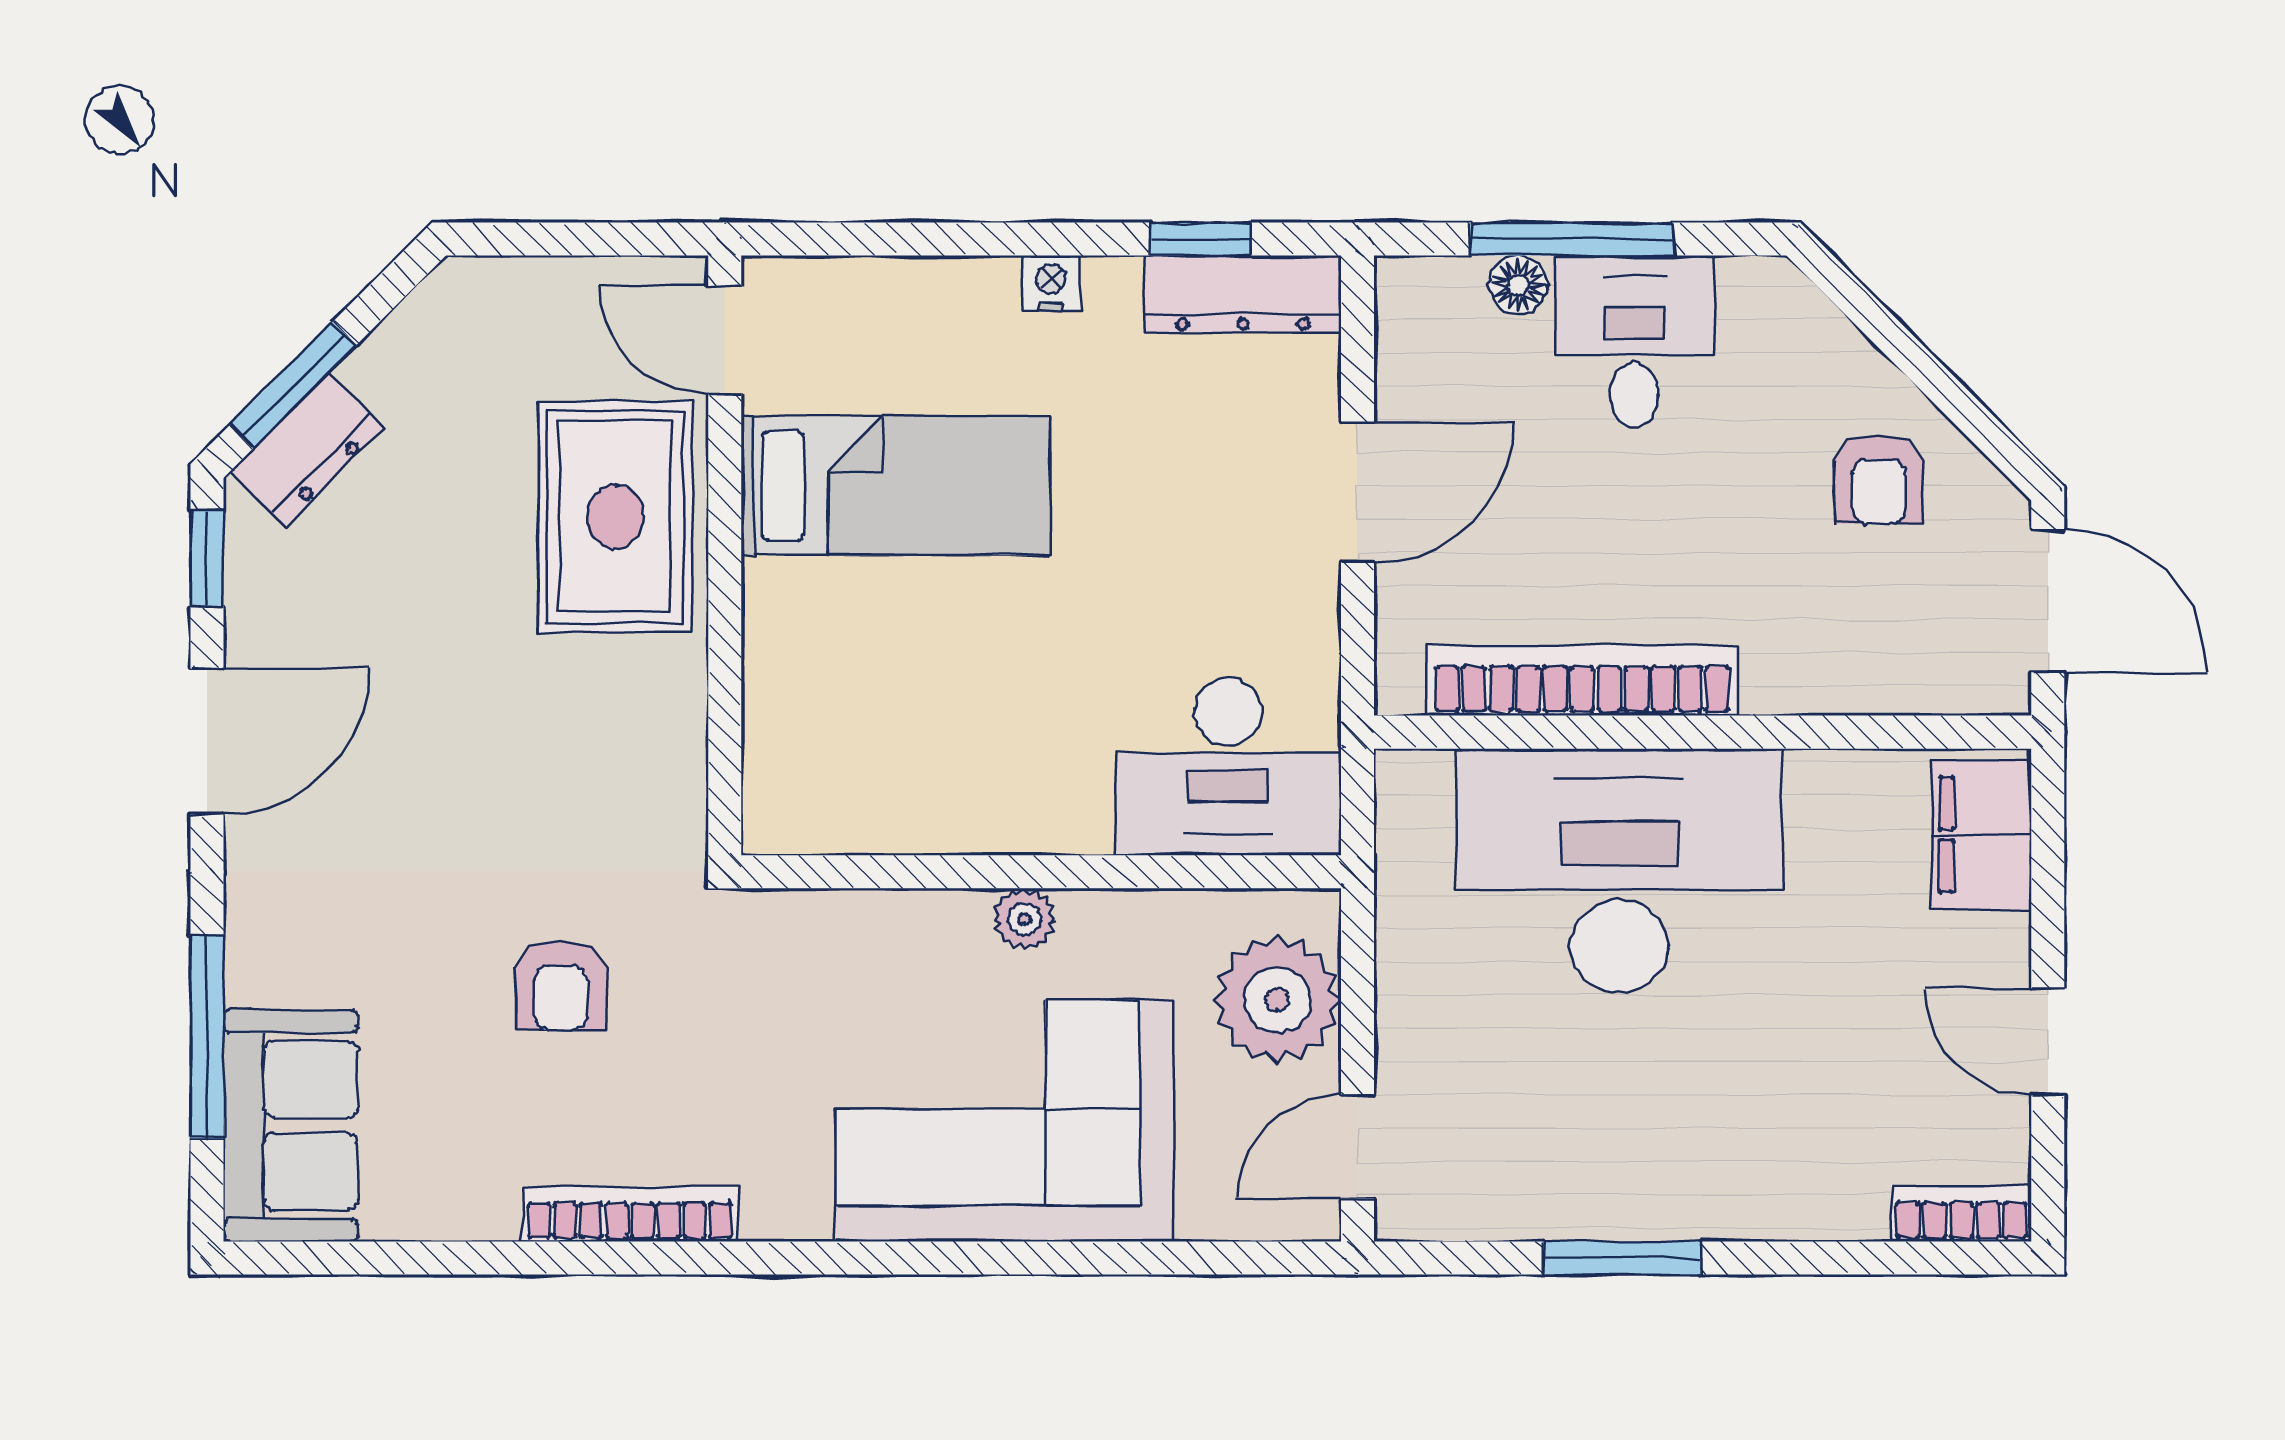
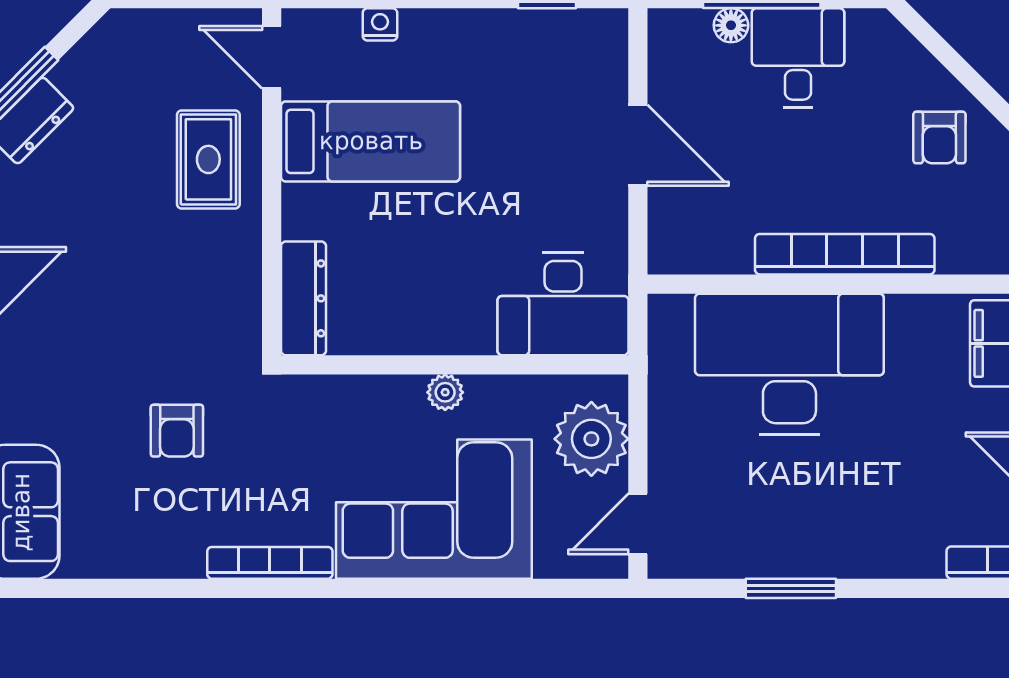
nightstand: (1051, 283) -> (380, 24), moved
dresser: (1243, 294) -> (304, 298), moved, turned -90
door: (1357, 492) -> (638, 145), hinge flipped
rug: (615, 517) -> (208, 159), width x0.73, depth x0.70
bookcase: (1582, 680) -> (845, 254), moved
bookcase: (630, 1214) -> (270, 563), moved

